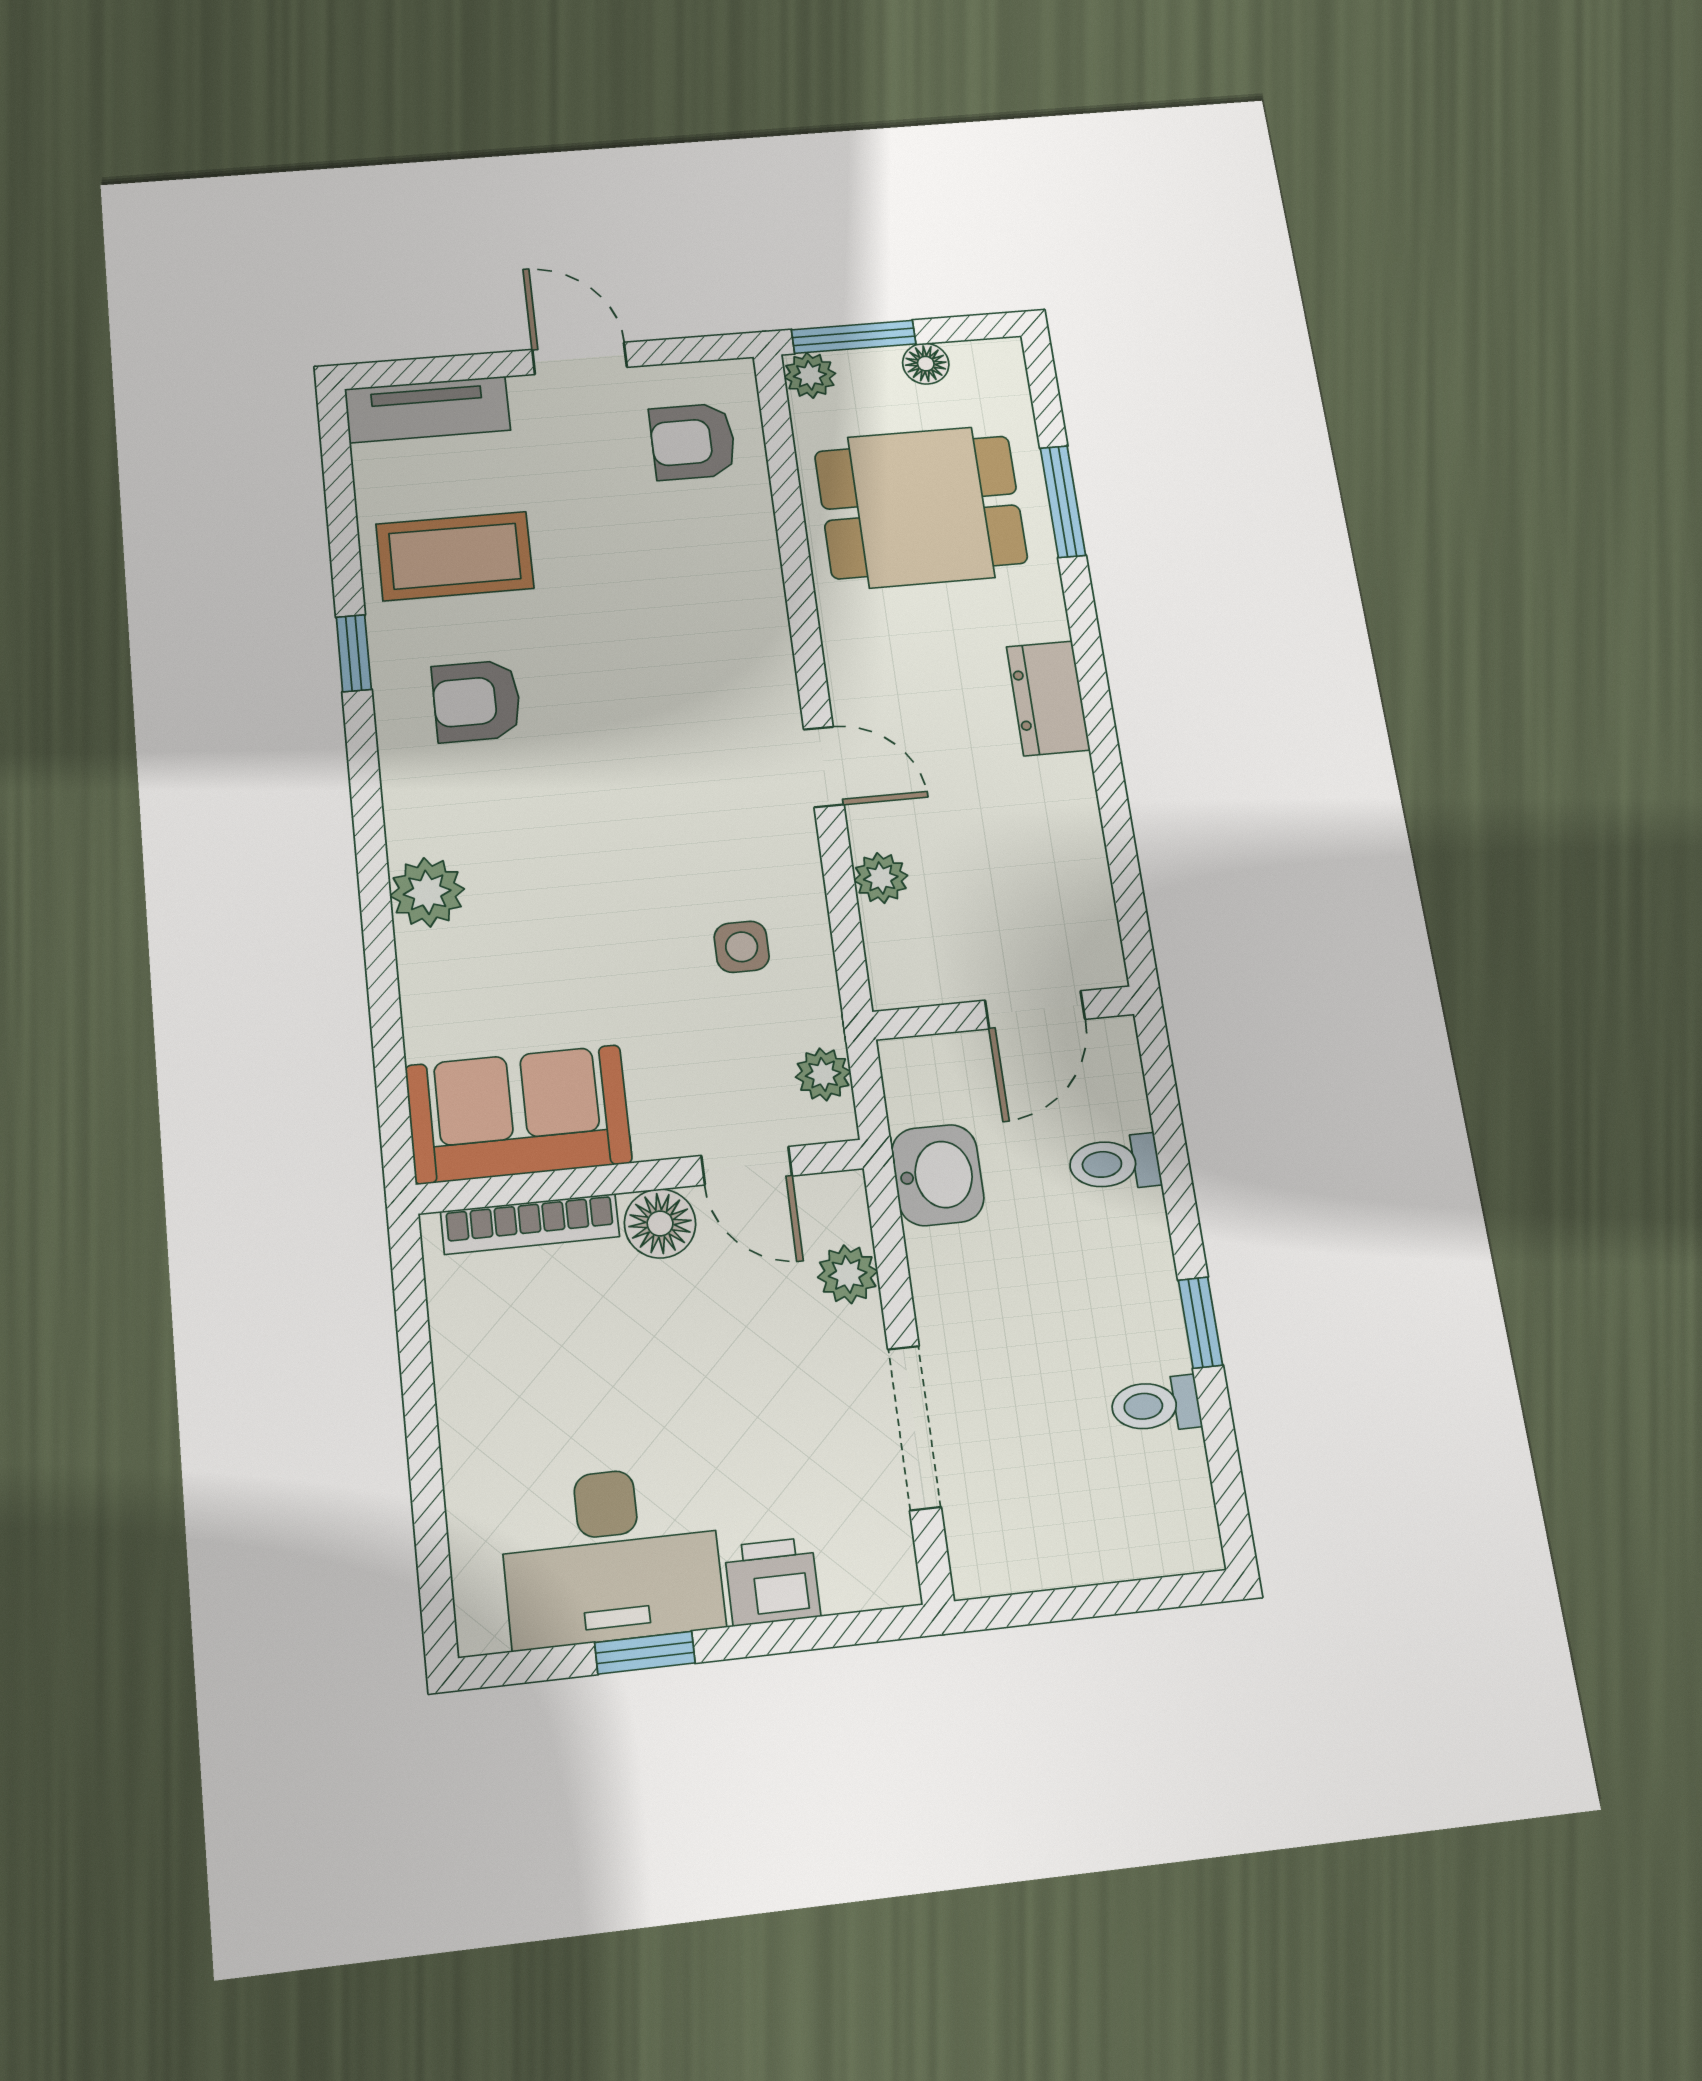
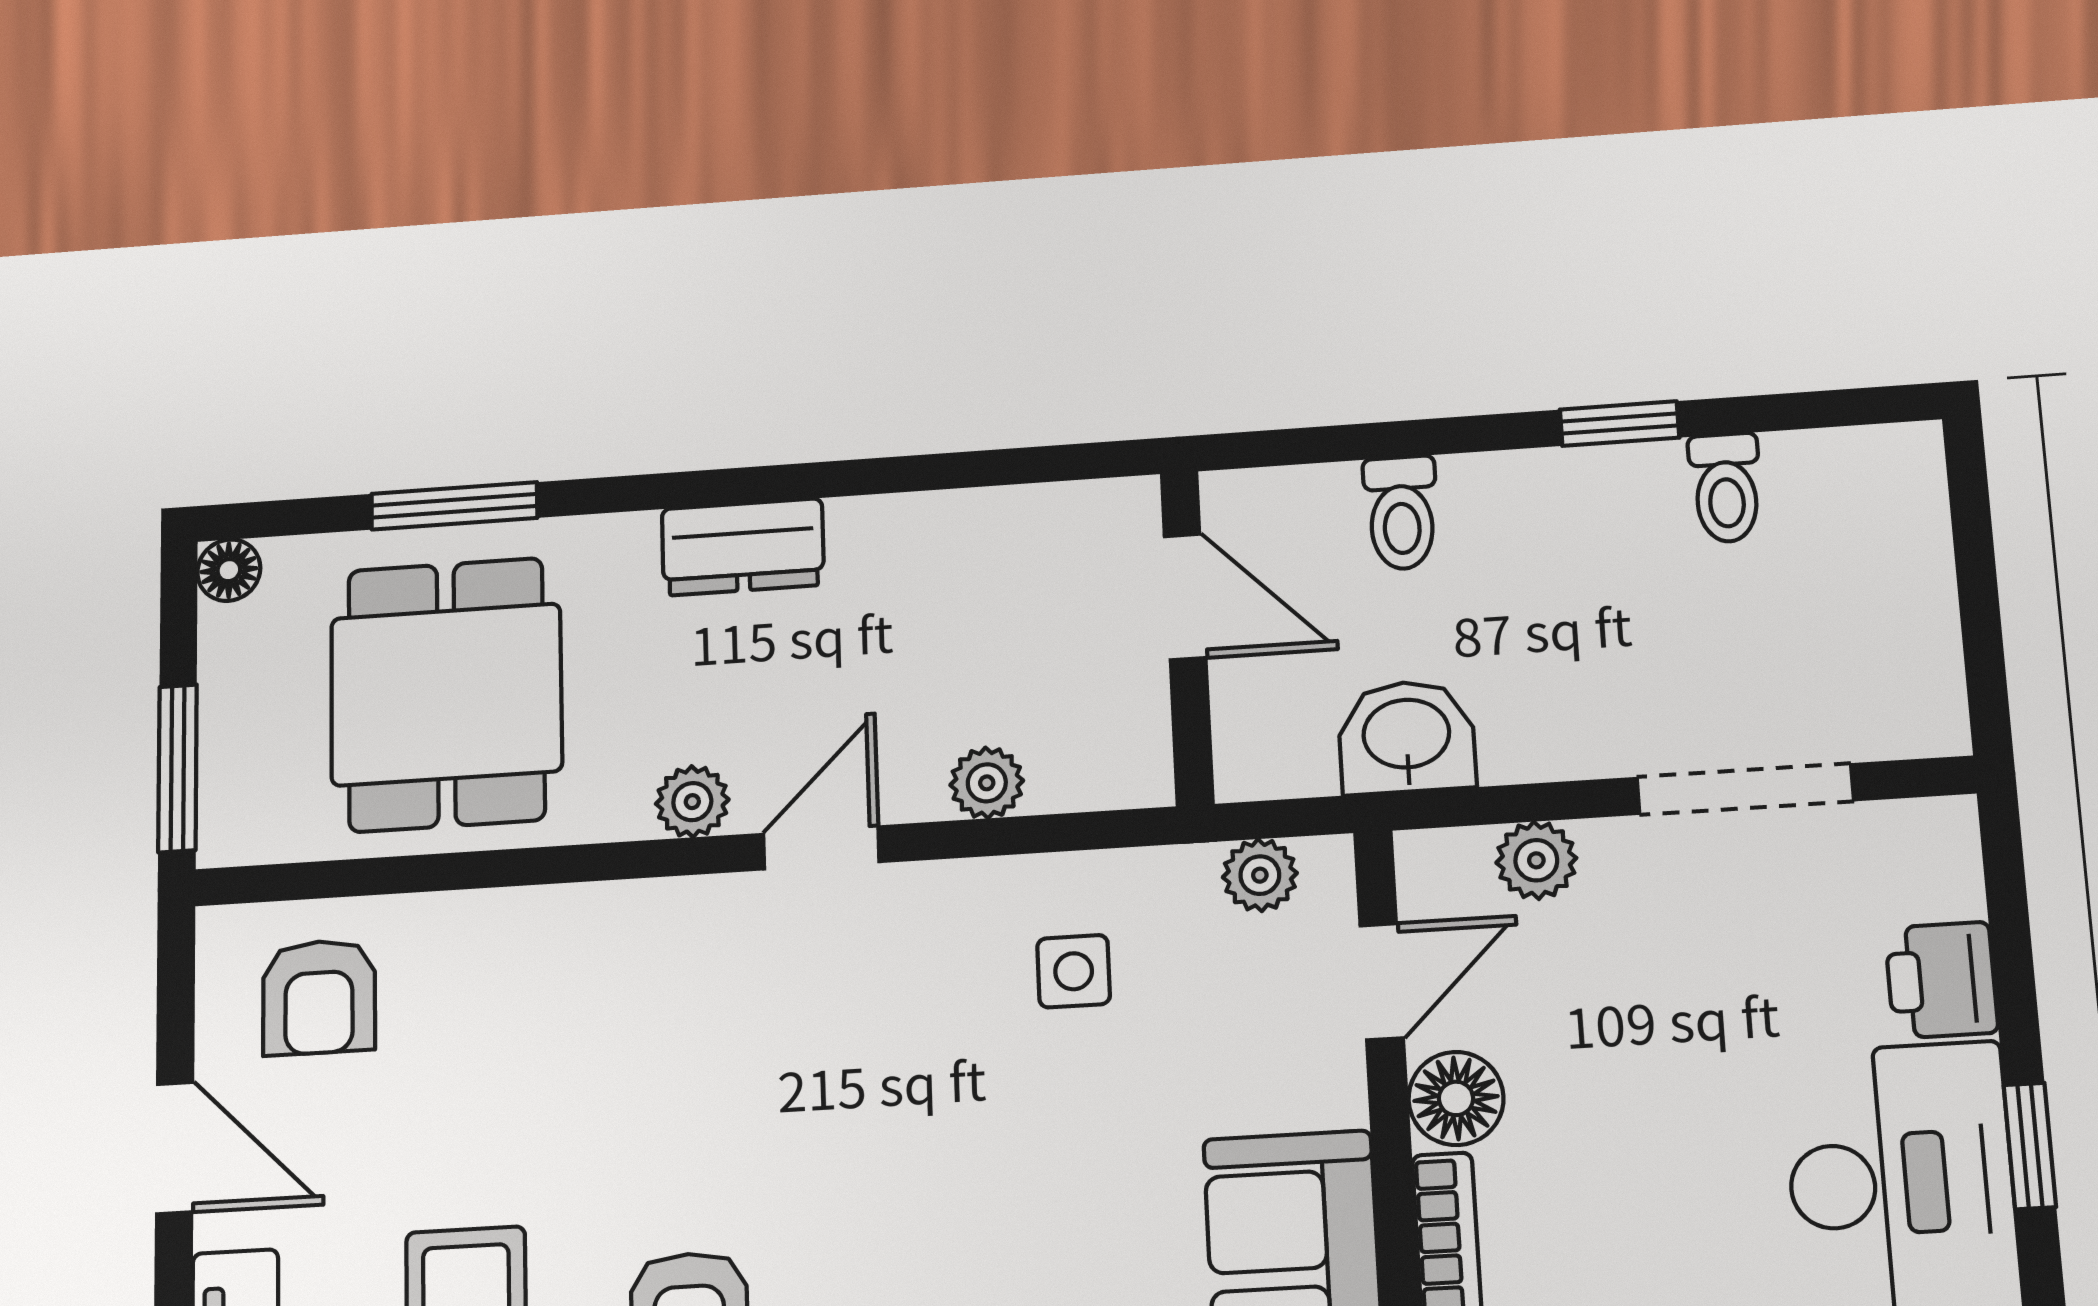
door: (580, 358) -> (175, 1148), swing flipped
floor lamp: (926, 364) -> (229, 570), moved
plant: (810, 375) -> (692, 802), moved

